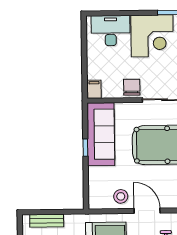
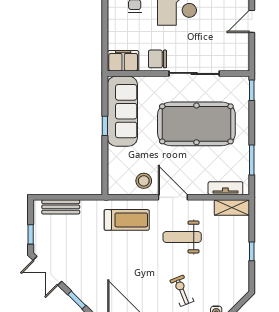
chair: (132, 87) -> (158, 59), turned -90
filing cabinet: (94, 89) -> (123, 61), width x2.00

